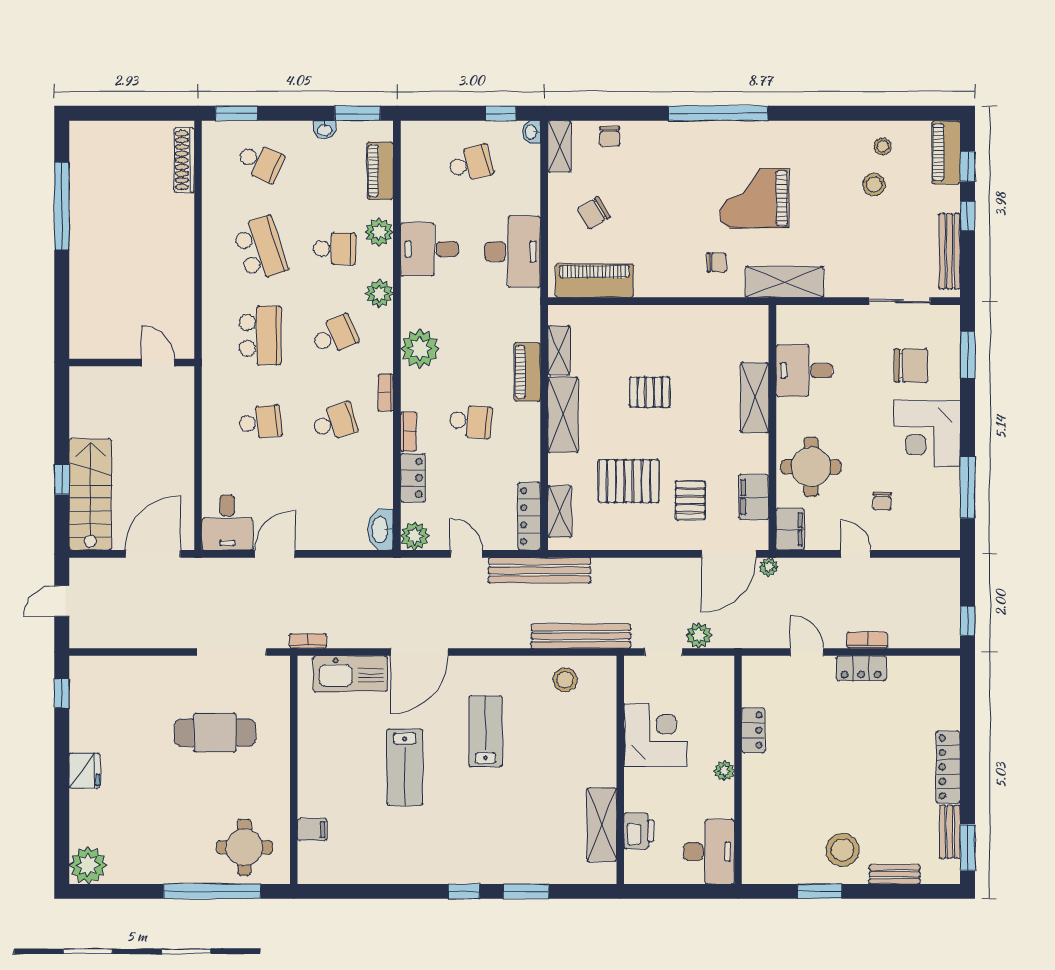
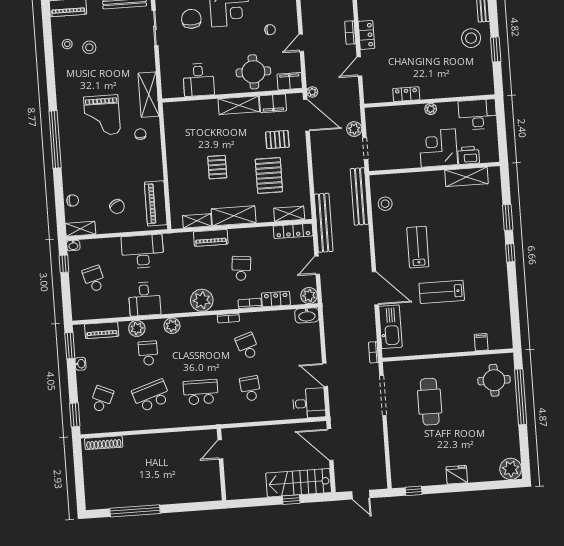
school desk: (335, 335) -> (198, 350), removed
shelving: (755, 398) -> (239, 105), moved
lab bench: (486, 731) -> (418, 247), turned 90
corner desk: (656, 735) -> (438, 148), moved
lab bench: (405, 767) -> (442, 292), turned 180

